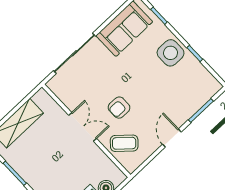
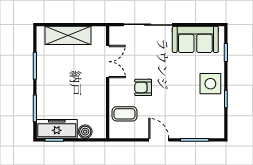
double door: (83, 127) -> (108, 62), moved
door: (172, 138) -> (159, 140), hinge flipped
coffee table: (124, 143) -> (125, 114), turned -42

